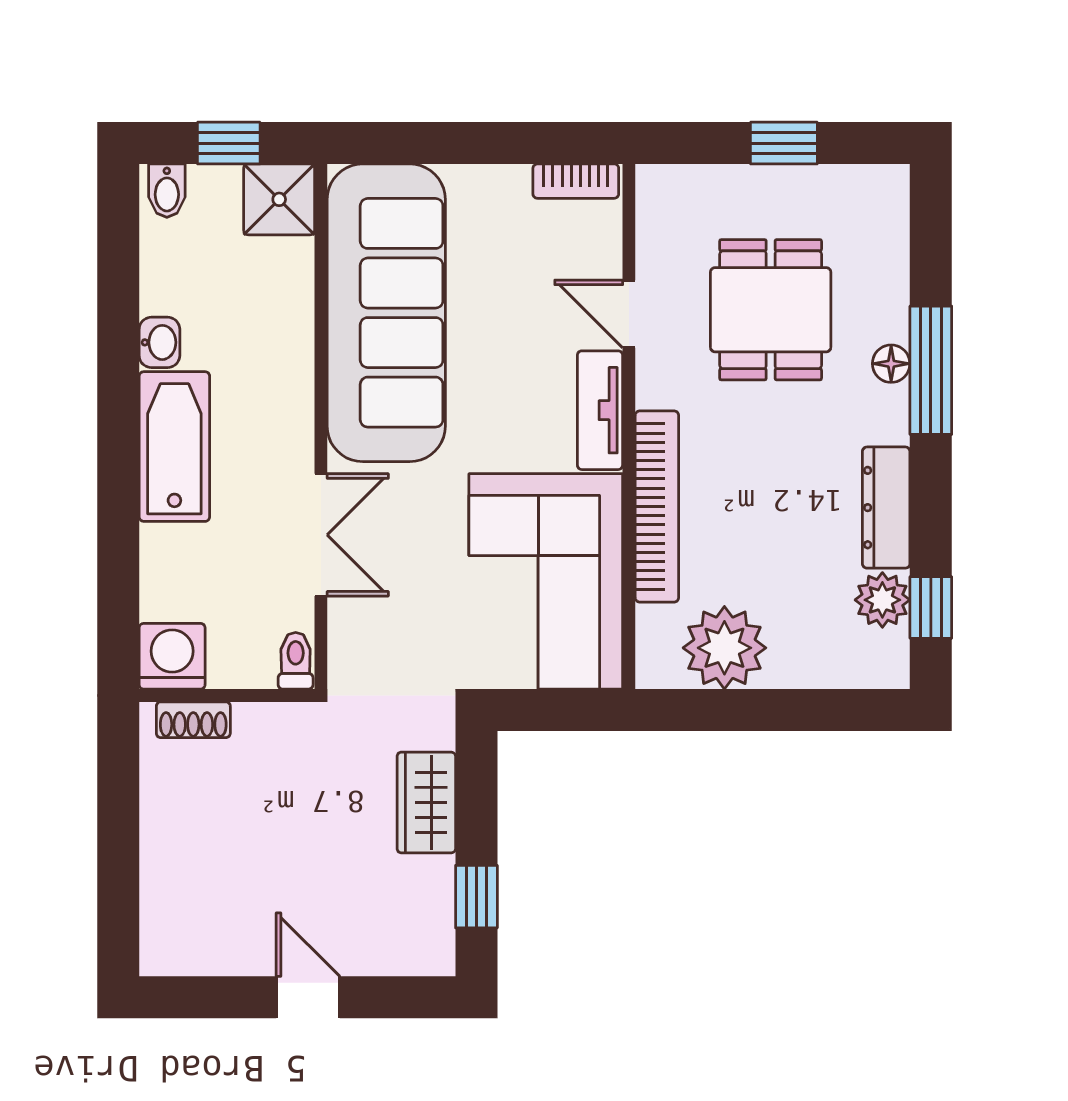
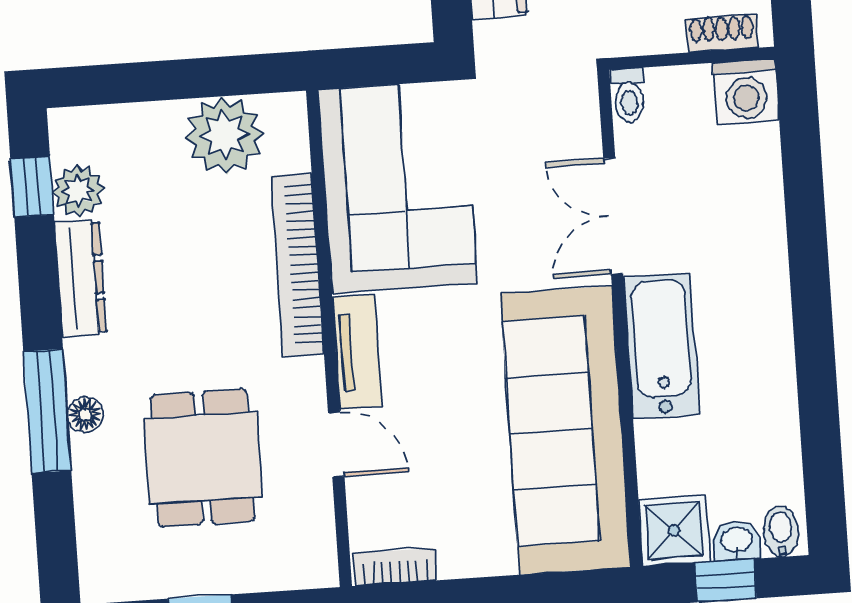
washbasin: (159, 342) -> (736, 541), moved, turned 90
bathtub: (174, 447) -> (661, 346), moved, turned 180

